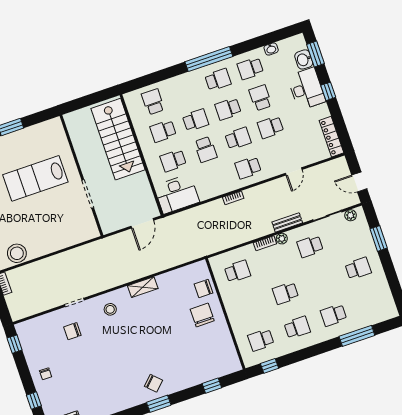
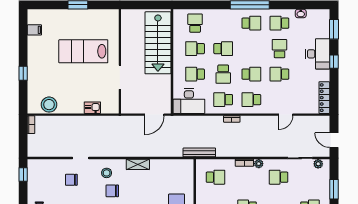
washbasin: (304, 59) -> (323, 30), removed
school desk: (228, 109) -> (223, 100), moved
bench: (287, 222) -> (199, 152), moved, width x1.36
kitchen sink: (68, 240) -> (92, 108), added
chair: (204, 289) -> (112, 191), moved

